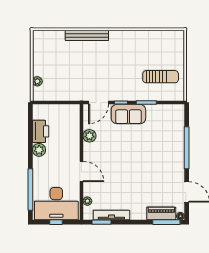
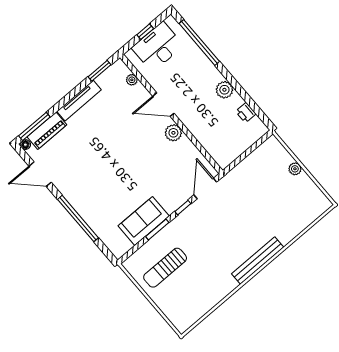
bench: (87, 35) -> (258, 260), moved
plant: (37, 81) -> (295, 169), moved
sofa: (128, 114) -> (144, 221), moved
printer: (41, 131) -> (246, 113), width x0.53, depth x0.68
plant: (89, 136) -> (173, 133), moved
desk: (56, 204) -> (158, 47), width x0.73, depth x0.77
tv unit: (111, 215) -> (79, 101), moved

